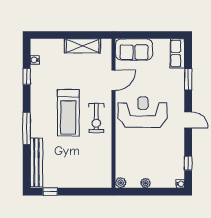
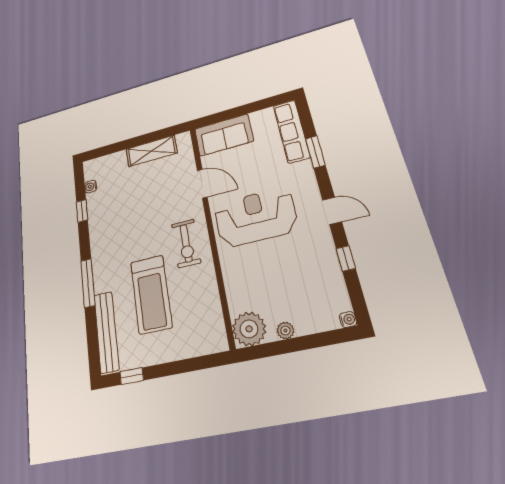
row of seats: (177, 53) -> (291, 131), width x1.48
door: (114, 80) -> (202, 184), hinge flipped
treadmill: (68, 113) -> (151, 294), moved
window: (188, 163) -> (346, 258), moved
plant: (121, 183) -> (249, 329), width x1.88, depth x1.88

